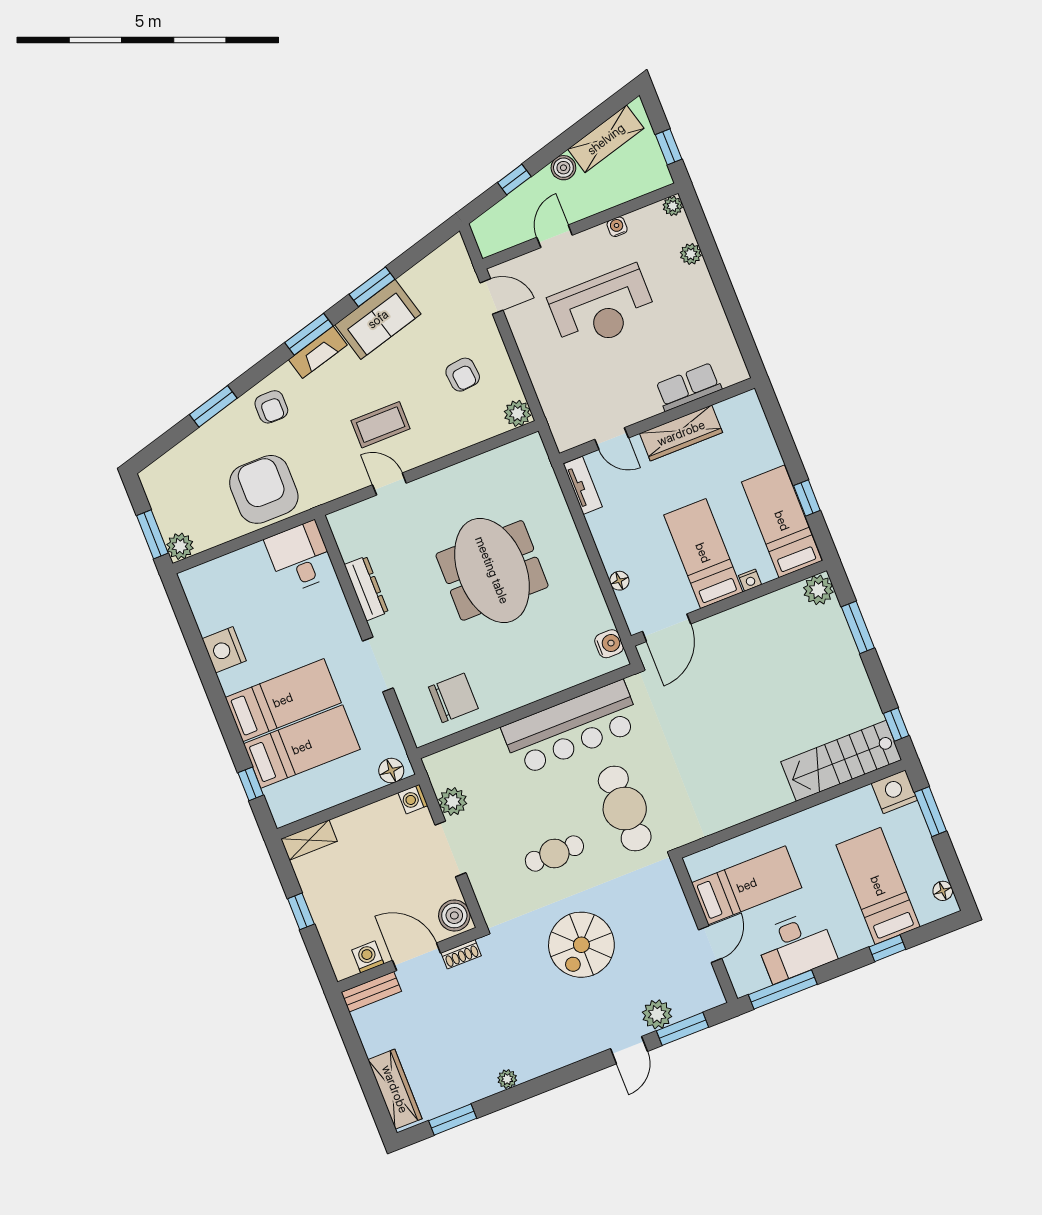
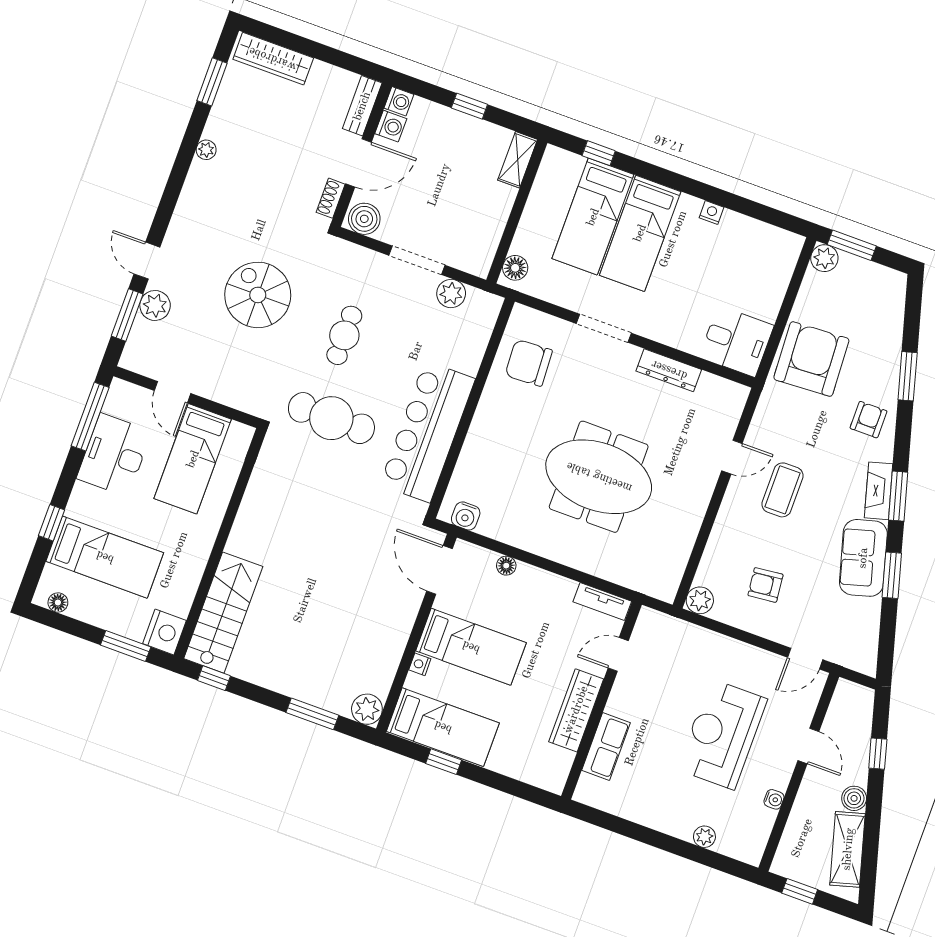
plant: (673, 206) -> (752, 855), removed
armchair: (271, 407) -> (868, 420), turned 90
armchair: (264, 489) -> (811, 359), turned -93
nightstand: (224, 650) -> (711, 213), width x0.53, depth x0.56
chair: (453, 698) -> (529, 363), turned 87
washing machine: (413, 799) -> (399, 101), moved, turned 90

